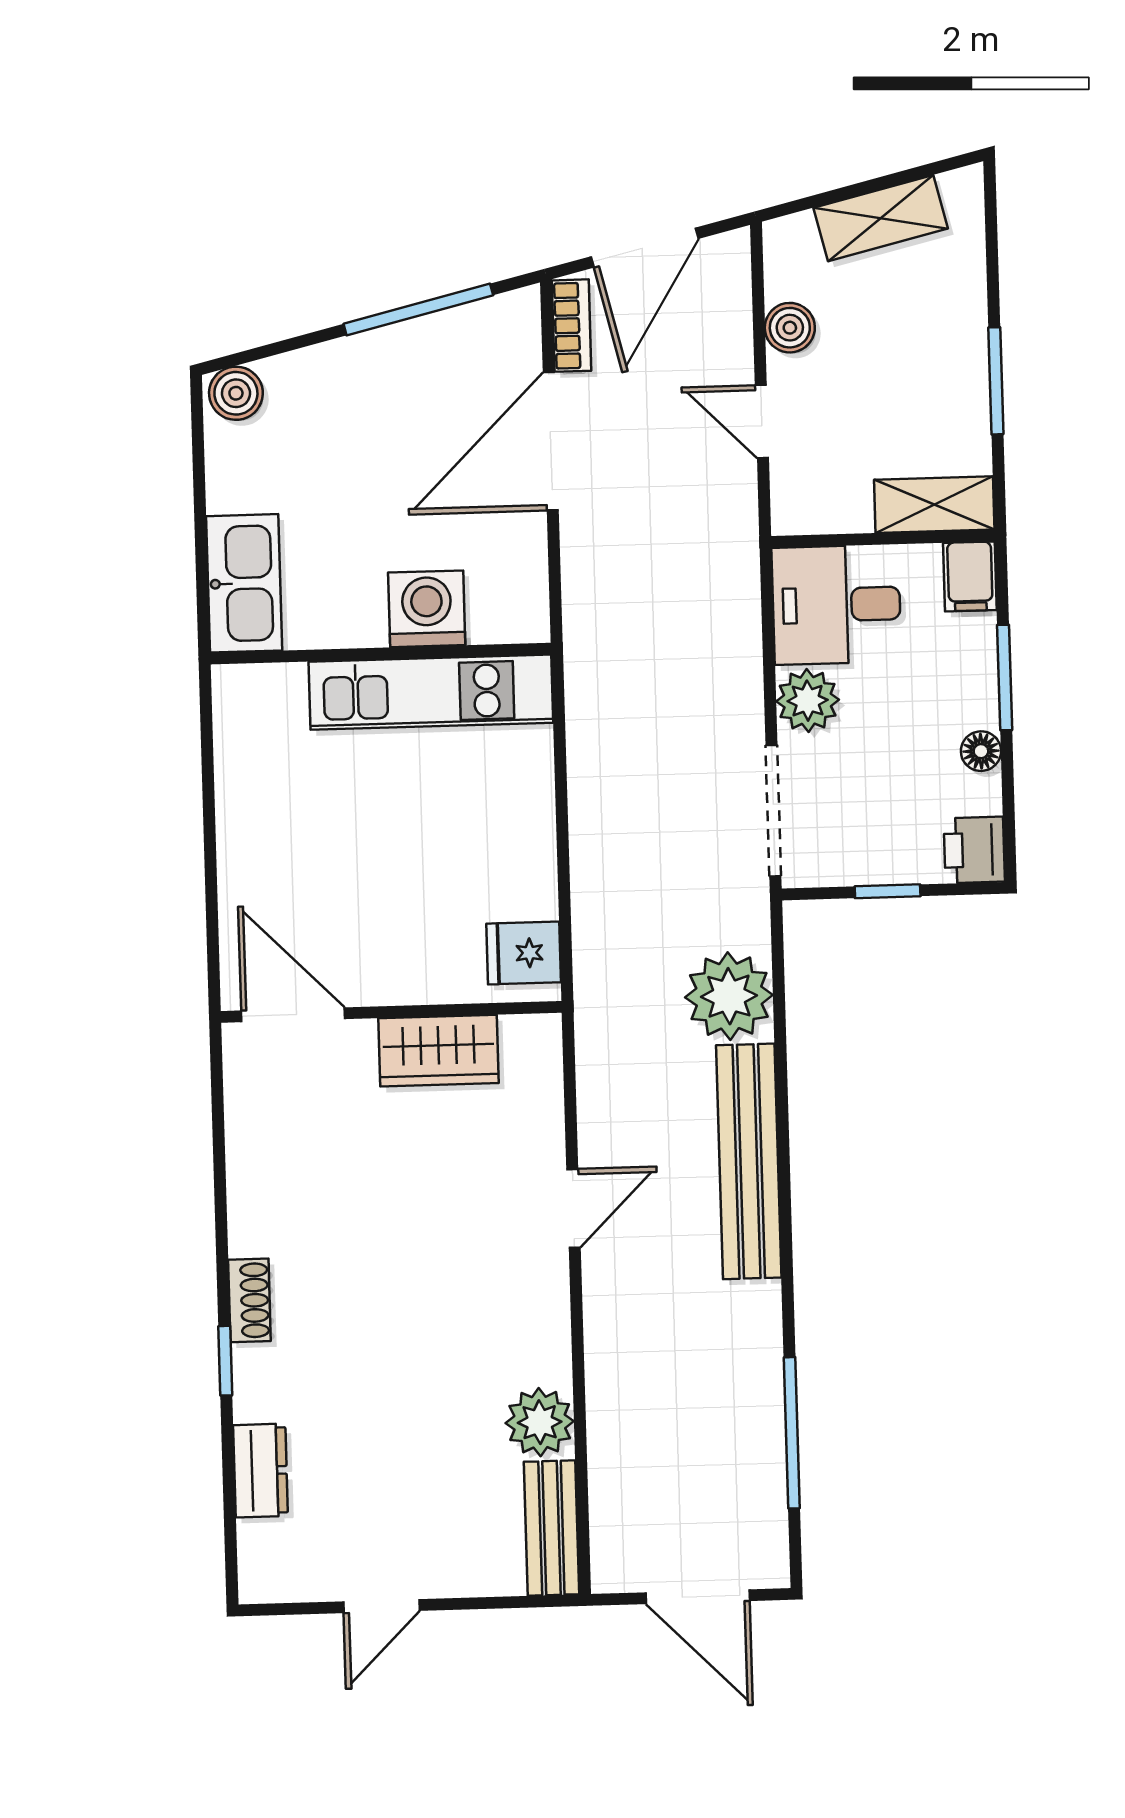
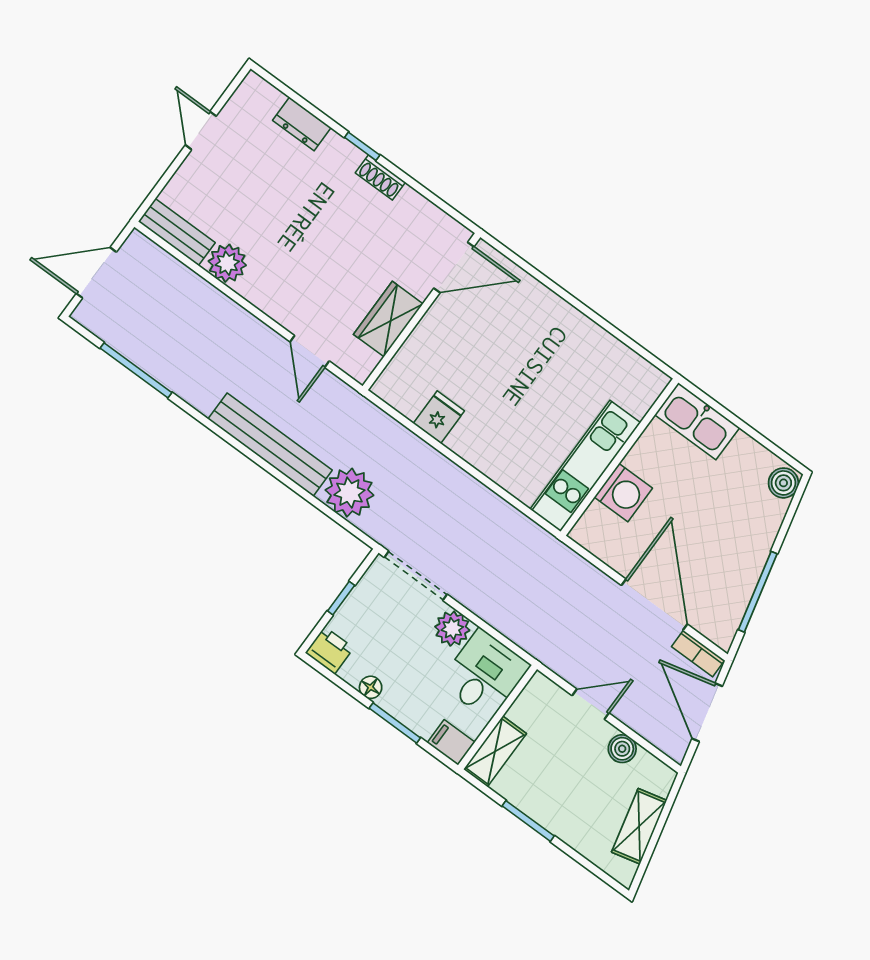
wall: (391, 1012) -> (421, 312), moved
door: (293, 1015) -> (454, 267), moved
wardrobe: (438, 1051) -> (388, 319), moved

